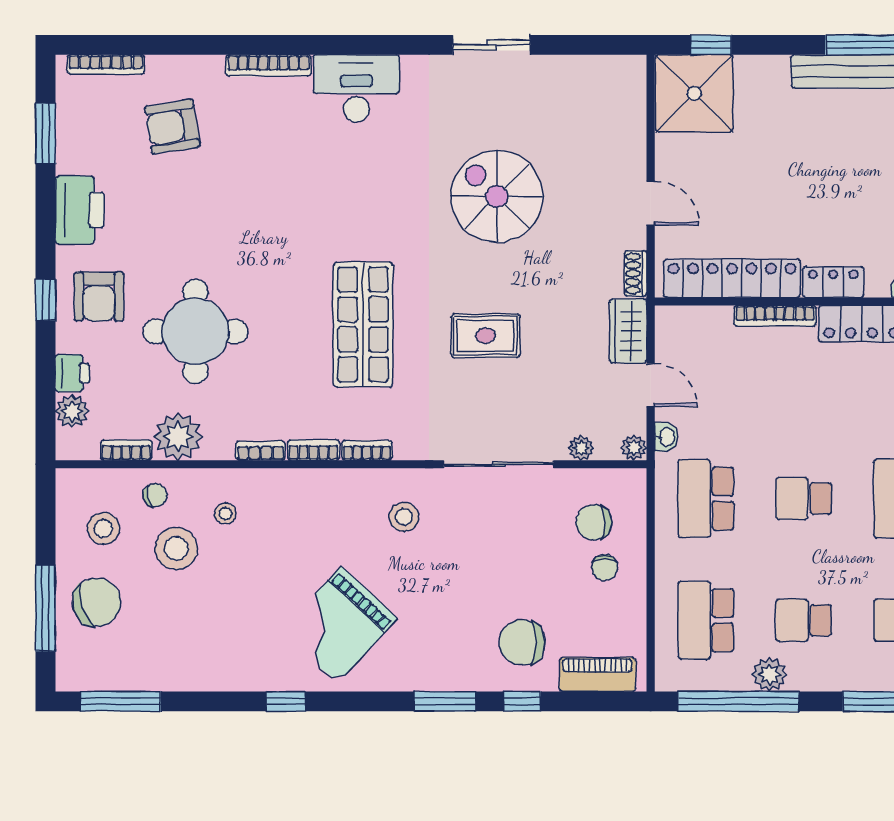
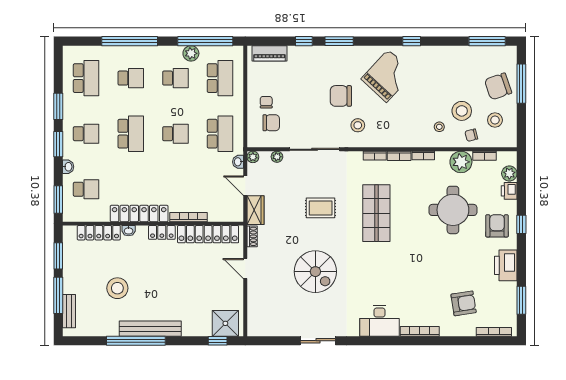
shower: (694, 93) -> (225, 323), width x0.73, depth x0.73
chair: (522, 642) -> (341, 96), moved, turned 180

